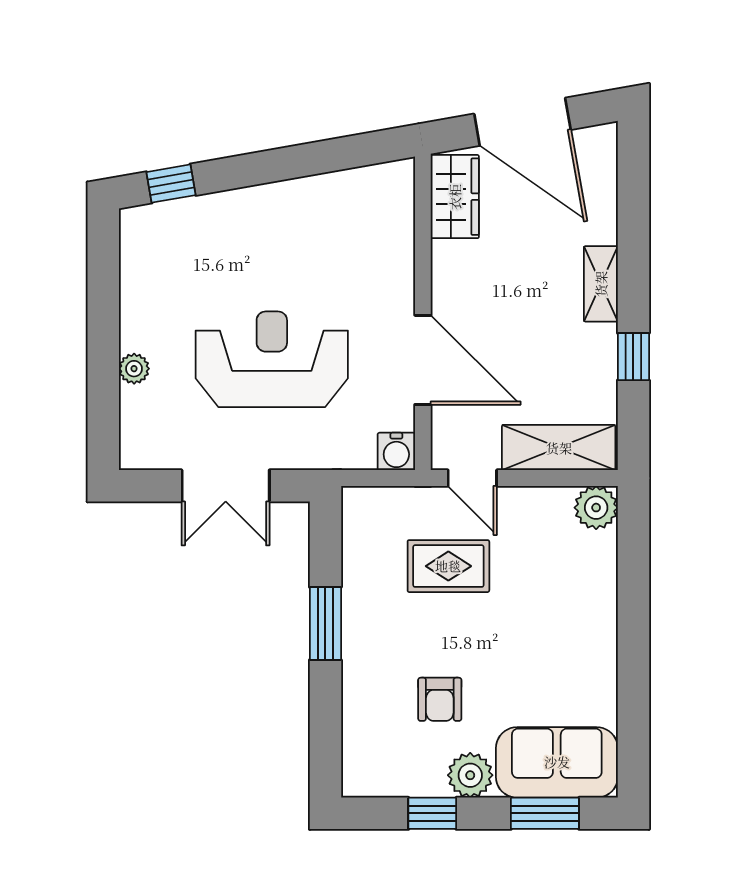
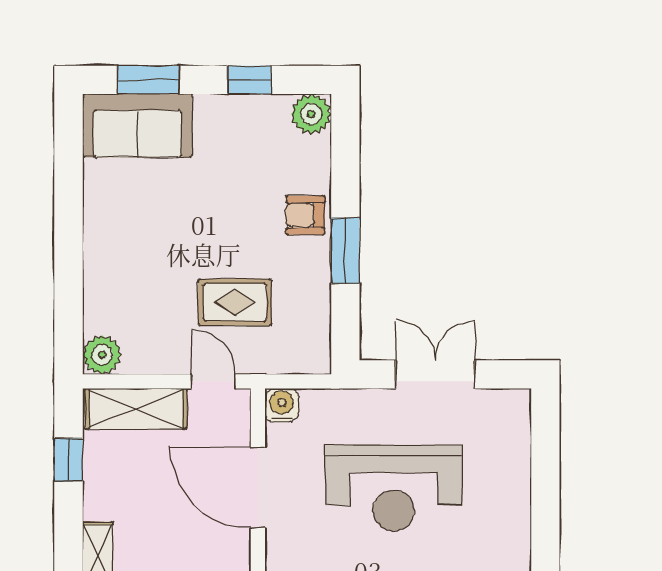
window: (633, 357) -> (69, 460), moved
plant: (134, 369) -> (518, 480), removed
armchair: (440, 699) -> (305, 215), moved, turned -90
plant: (470, 775) -> (311, 114), moved

